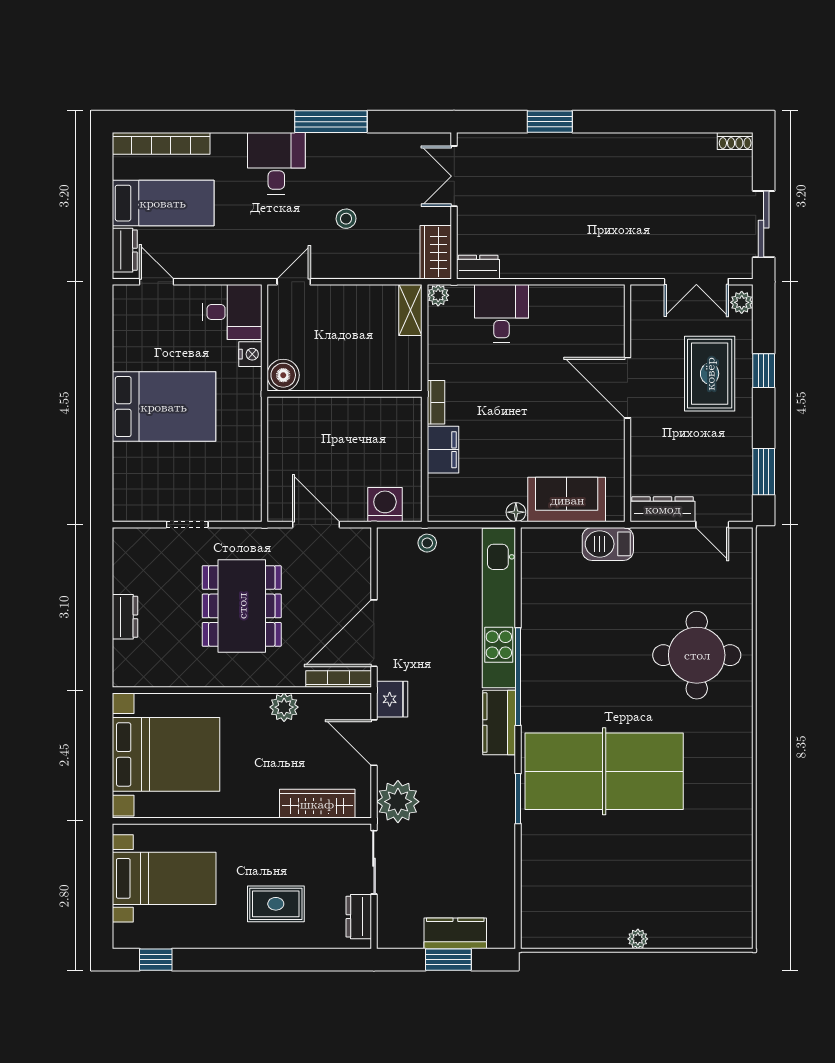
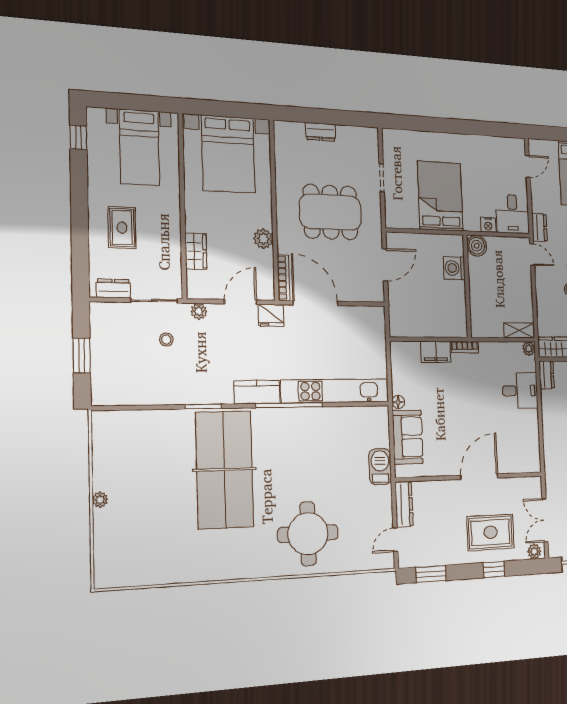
dresser: (125, 250) -> (539, 227), moved, turned -90
bed: (164, 407) -> (440, 196), moved, turned 180
washing machine: (385, 505) -> (454, 268), moved, turned 180
stool: (427, 543) -> (166, 340), moved
plant: (398, 802) -> (199, 311), width x0.53, depth x0.53
wardrobe: (317, 804) -> (196, 251), width x0.67
kitchen counter: (455, 933) -> (102, 361), removed

